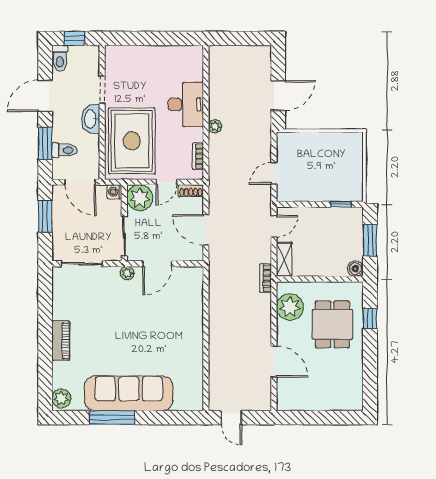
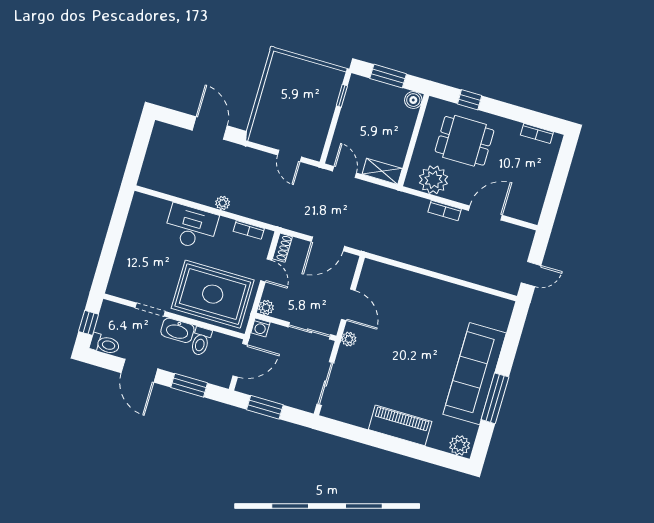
toilet: (65, 150) -> (201, 341), moved, turned 180
plant: (140, 198) -> (266, 307), width x0.53, depth x0.53
bookcase: (266, 278) -> (445, 210), moved
piano: (61, 341) -> (400, 425), width x1.37, depth x1.33
bookcase: (357, 387) -> (537, 133), added

